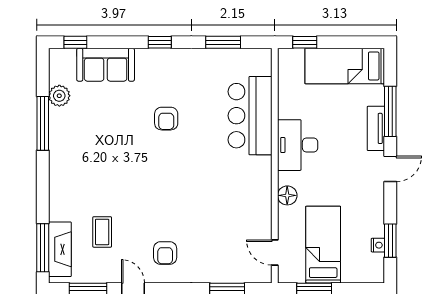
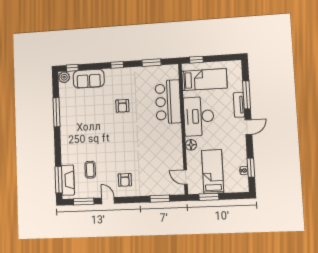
bed: (345, 66) -> (204, 80), moved, turned 180
plant: (59, 96) -> (64, 77), moved
desk: (298, 145) -> (199, 116), width x1.36, depth x1.30

